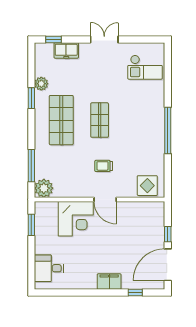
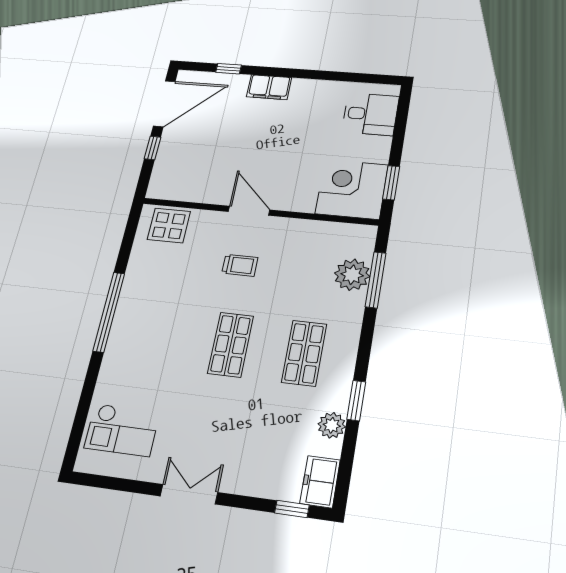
double door: (104, 39) -> (189, 494), swing flipped
freezer: (66, 50) -> (320, 482), moved, turned -90
checkout: (145, 67) -> (122, 430), turned 180
shop shelf: (61, 120) -> (304, 353), width x0.70, depth x0.74
plant: (44, 188) -> (352, 275), moved
corner desk: (76, 219) -> (352, 189), moved

